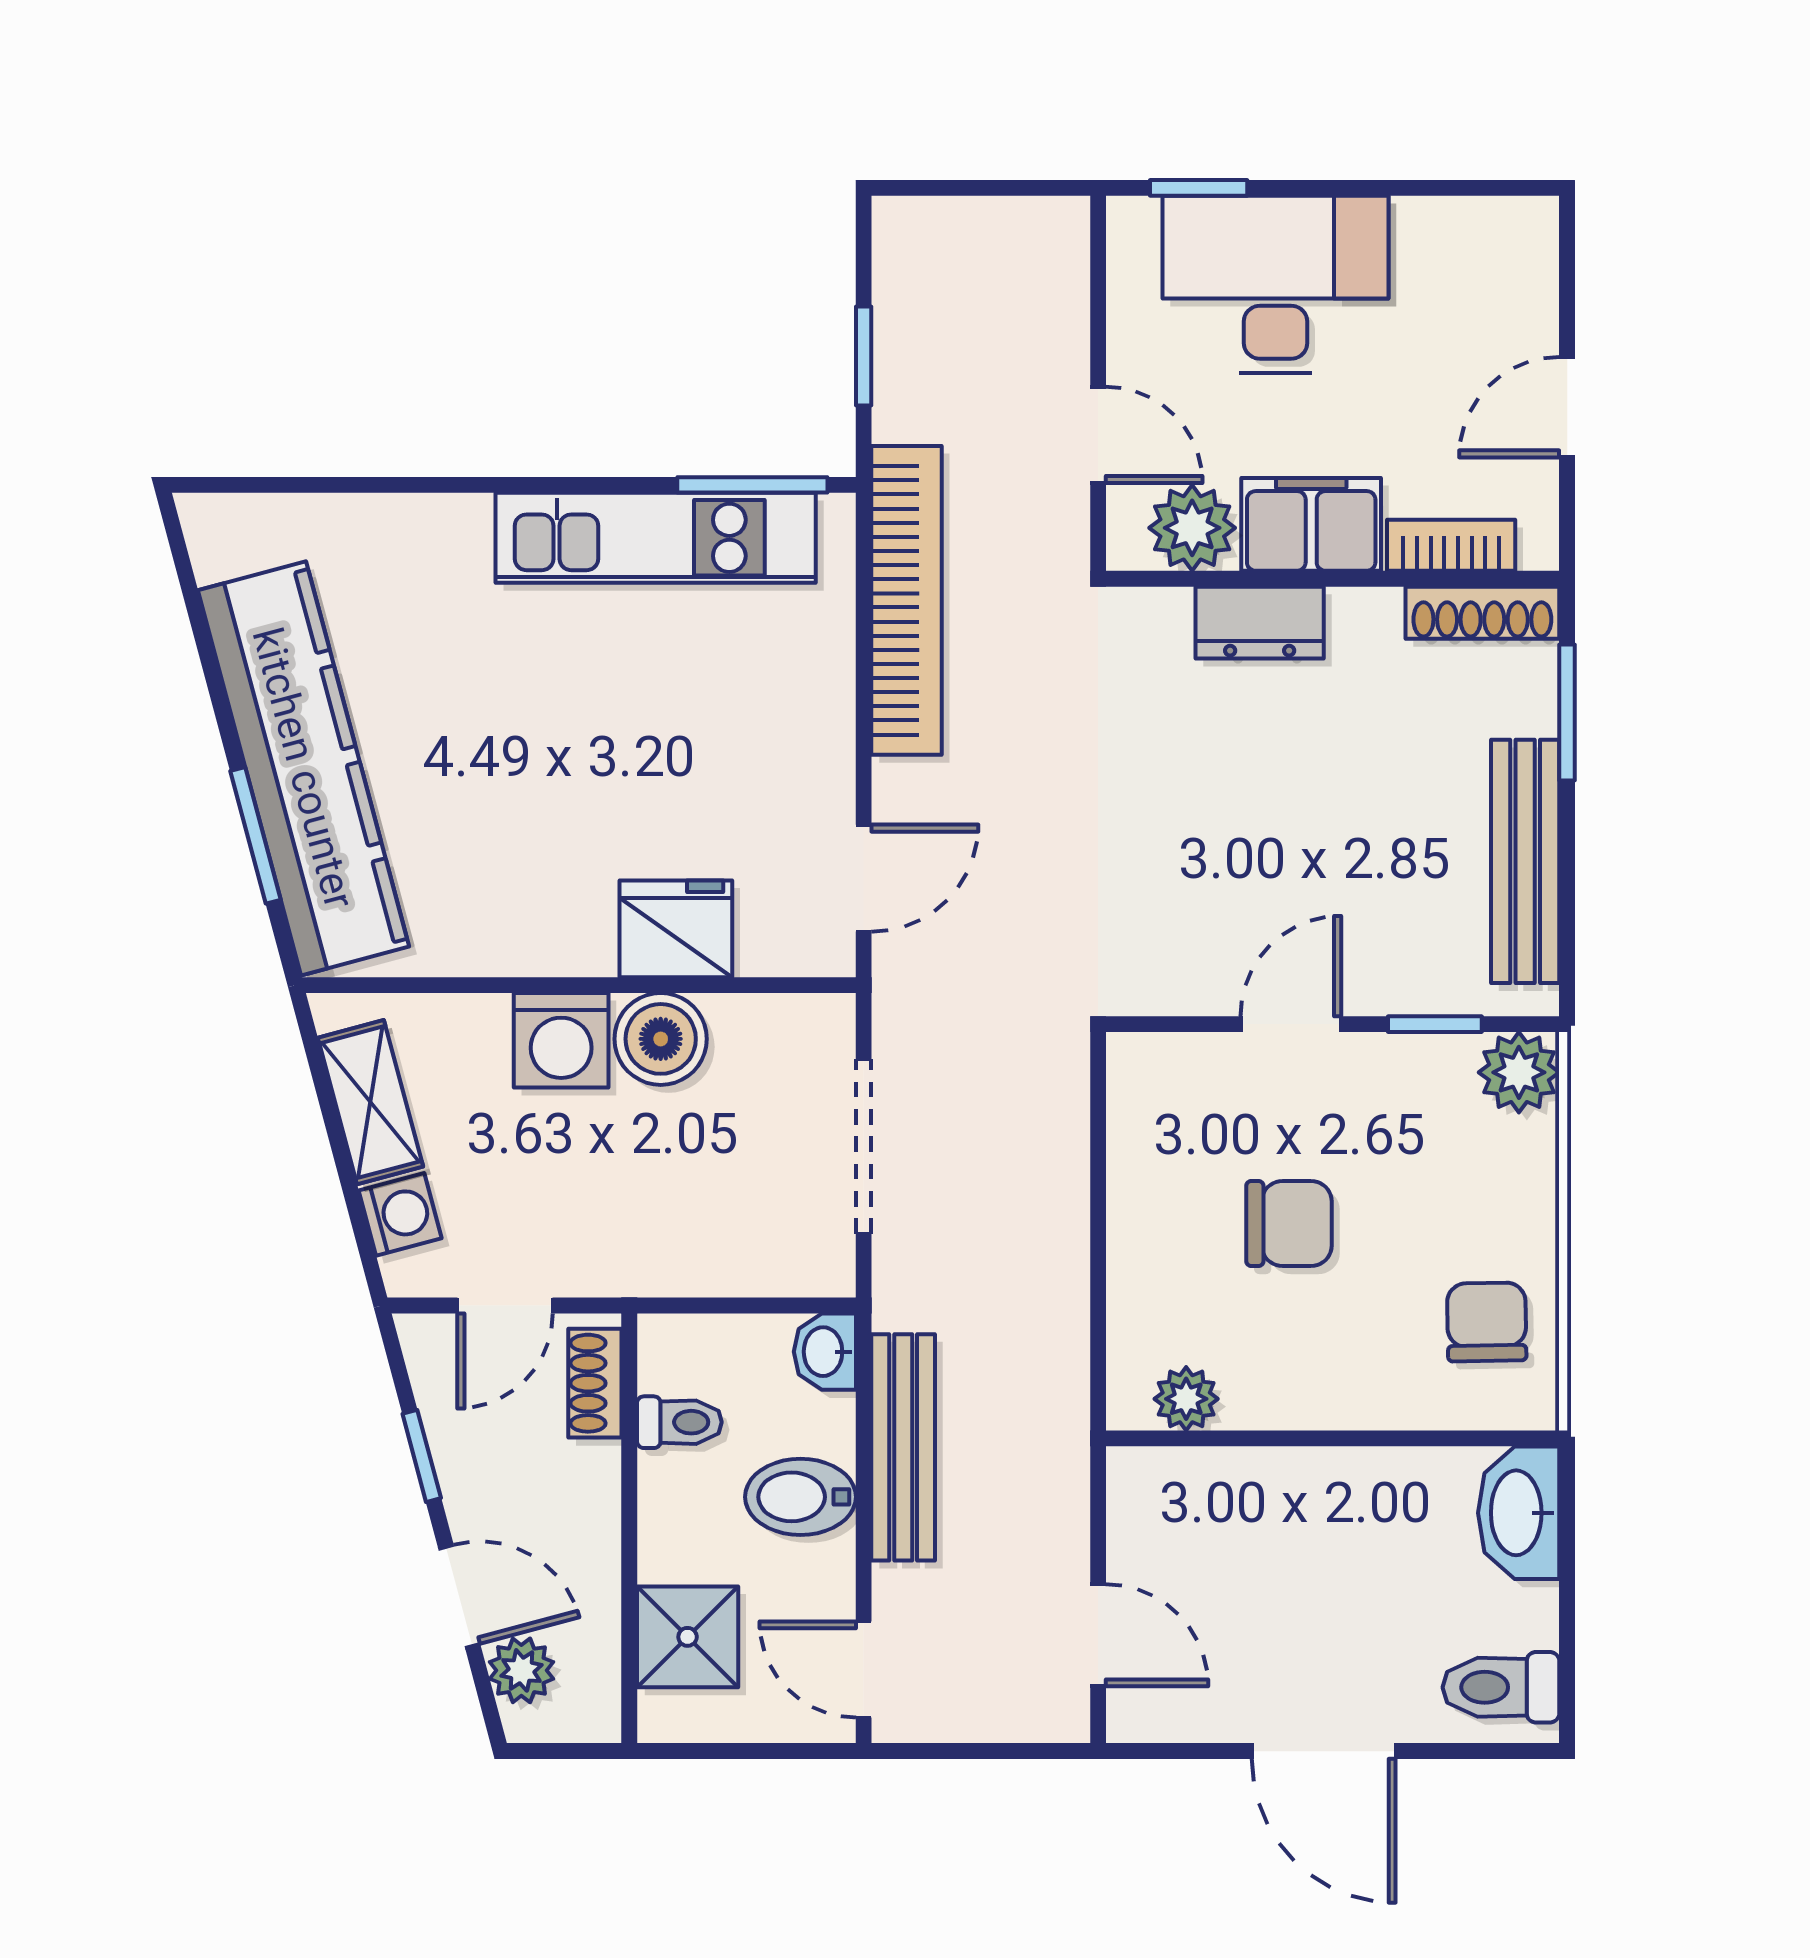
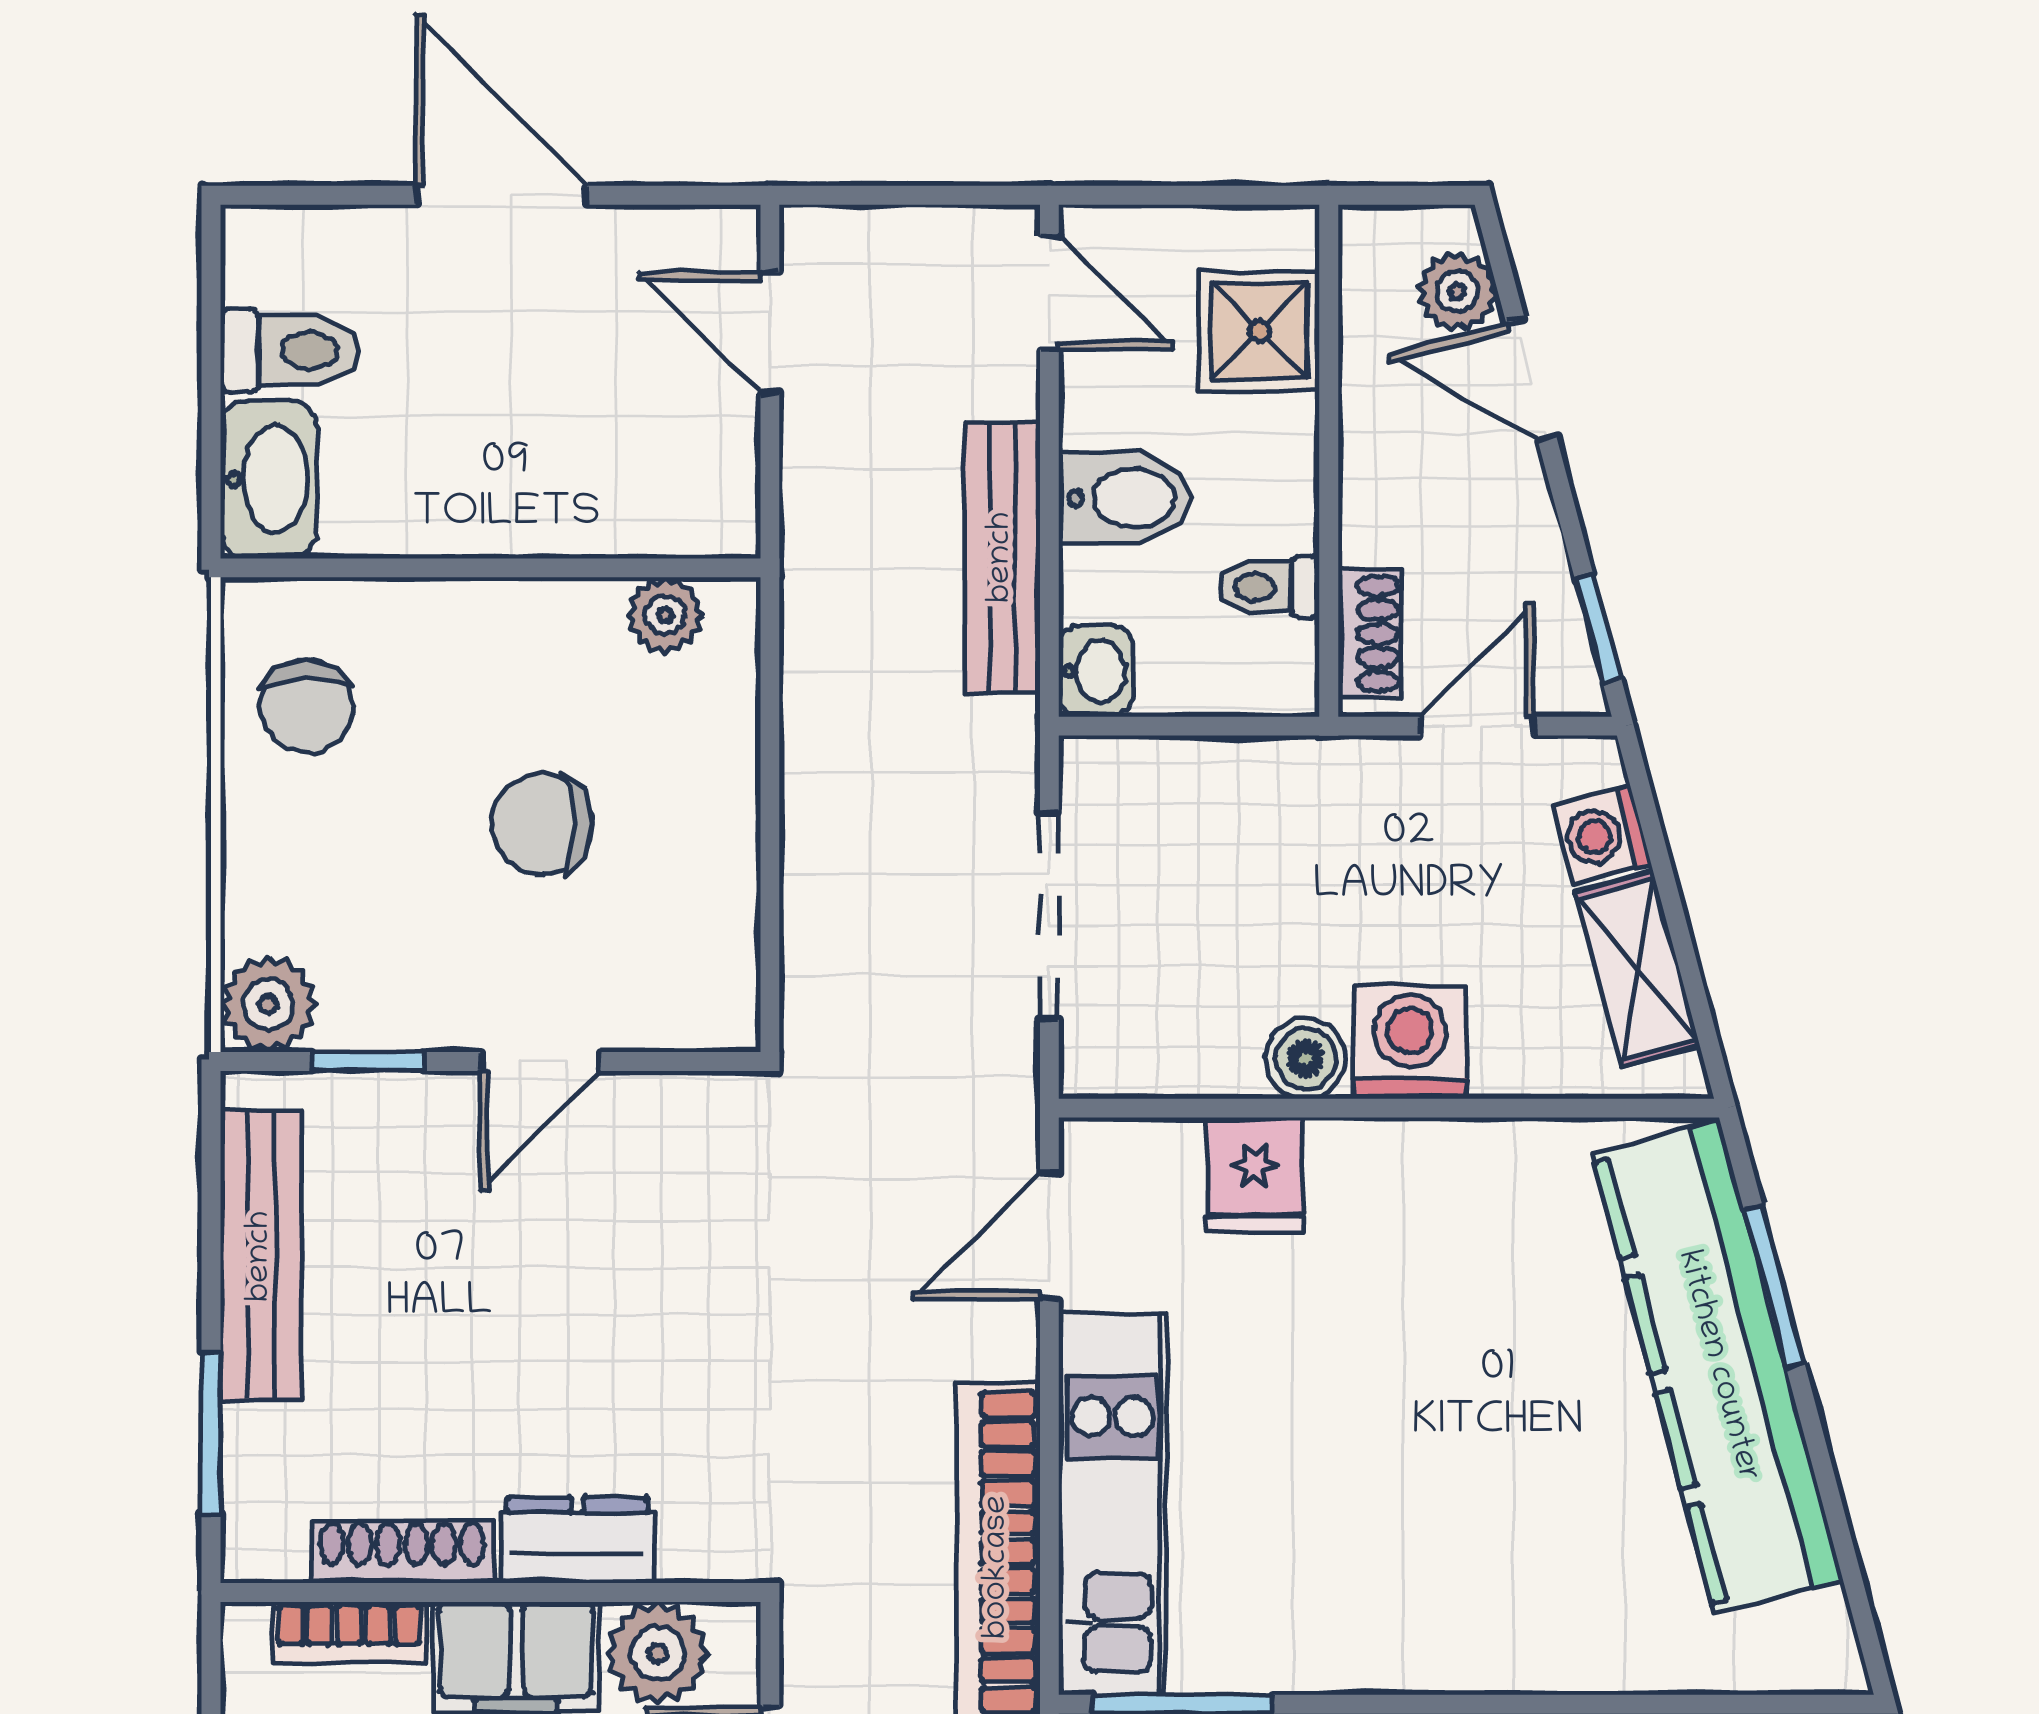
kitchen unit: (656, 538) -> (1112, 1504), moved, turned 90
shoe rack: (1482, 613) -> (402, 1552), moved
fridge: (676, 929) -> (1255, 1175), width x0.72
boiler: (661, 1039) -> (1306, 1059), width x0.73, depth x0.73
window: (422, 1456) -> (1598, 629), moved
toilet: (1501, 1687) -> (290, 350), moved

